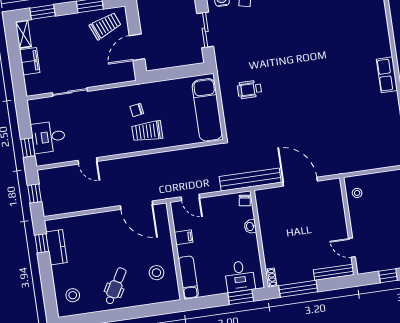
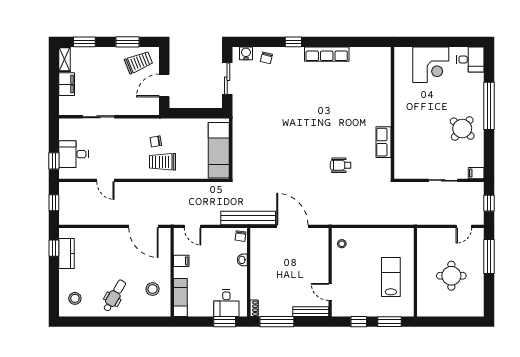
wheelchair: (249, 89) -> (341, 165), moved

